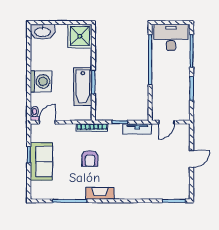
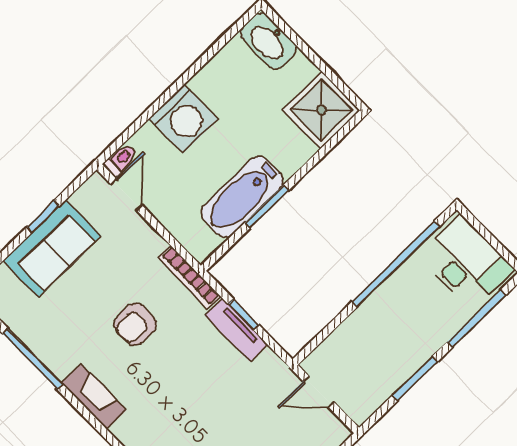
door: (47, 122) -> (126, 195), hinge flipped
tv unit: (137, 129) -> (236, 330), moved

